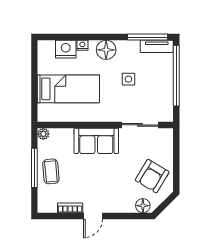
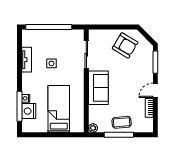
window: (148, 37) -> (20, 106), moved
tv unit: (157, 46) -> (27, 60), moved
floor lamp: (106, 50) -> (29, 80), removed
floor lamp: (143, 206) -> (148, 52), removed
door: (93, 216) -> (155, 90), swing flipped
window: (130, 216) -> (155, 62), added

